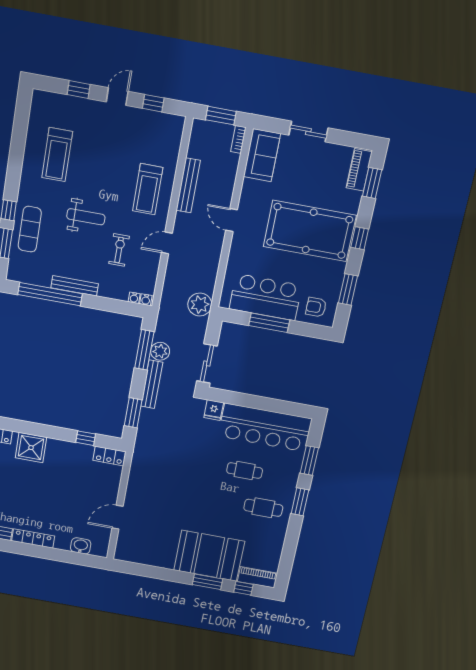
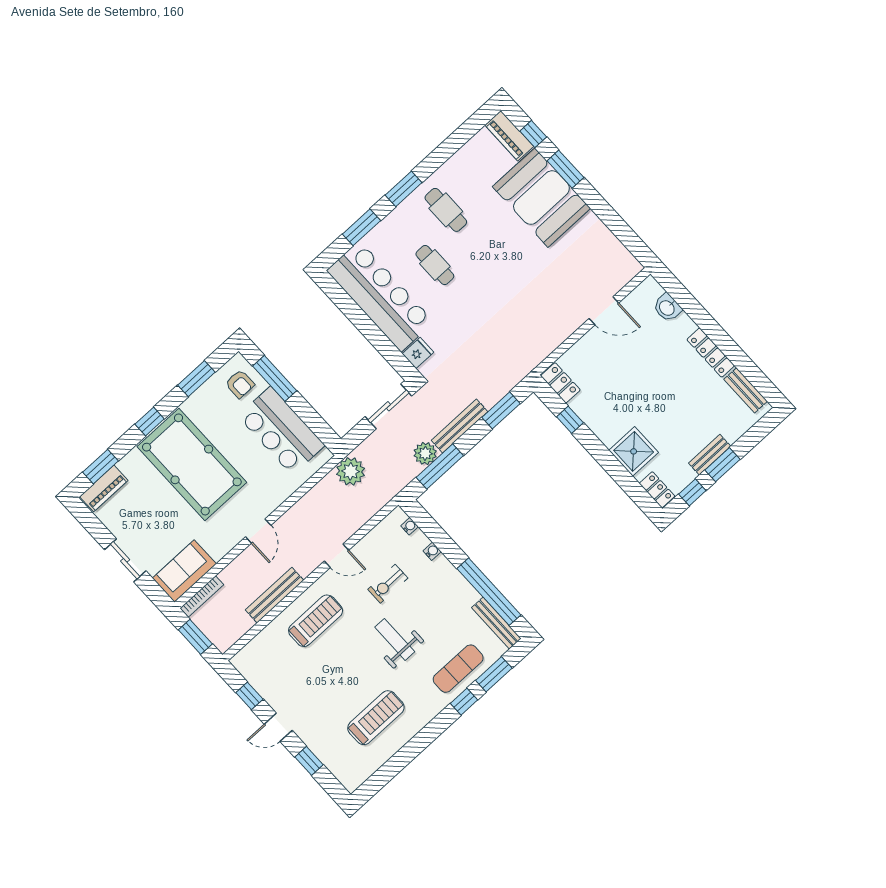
bookcase: (238, 139) -> (202, 596), width x1.56
bench: (75, 286) -> (496, 623), moved
water cooler: (146, 300) -> (432, 551), moved
window: (269, 323) -> (275, 378), moved

